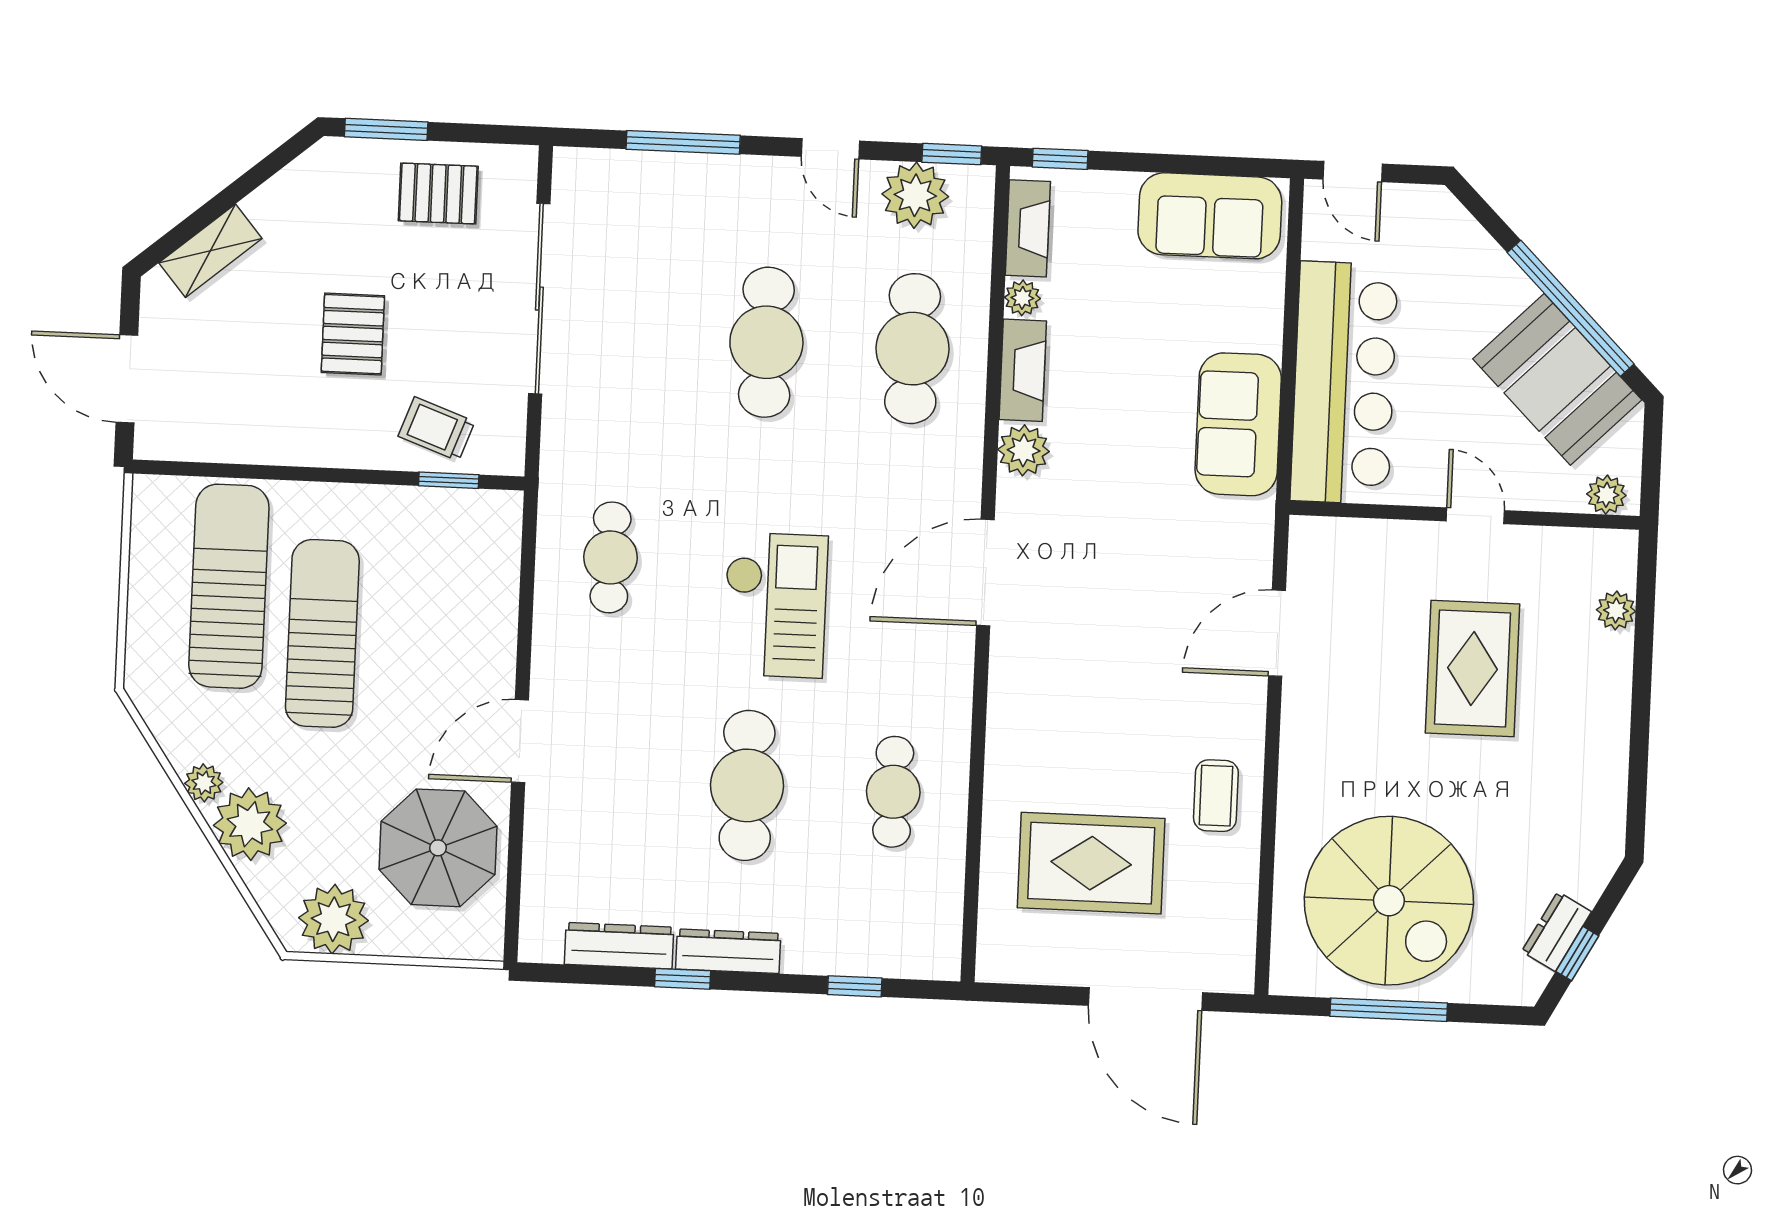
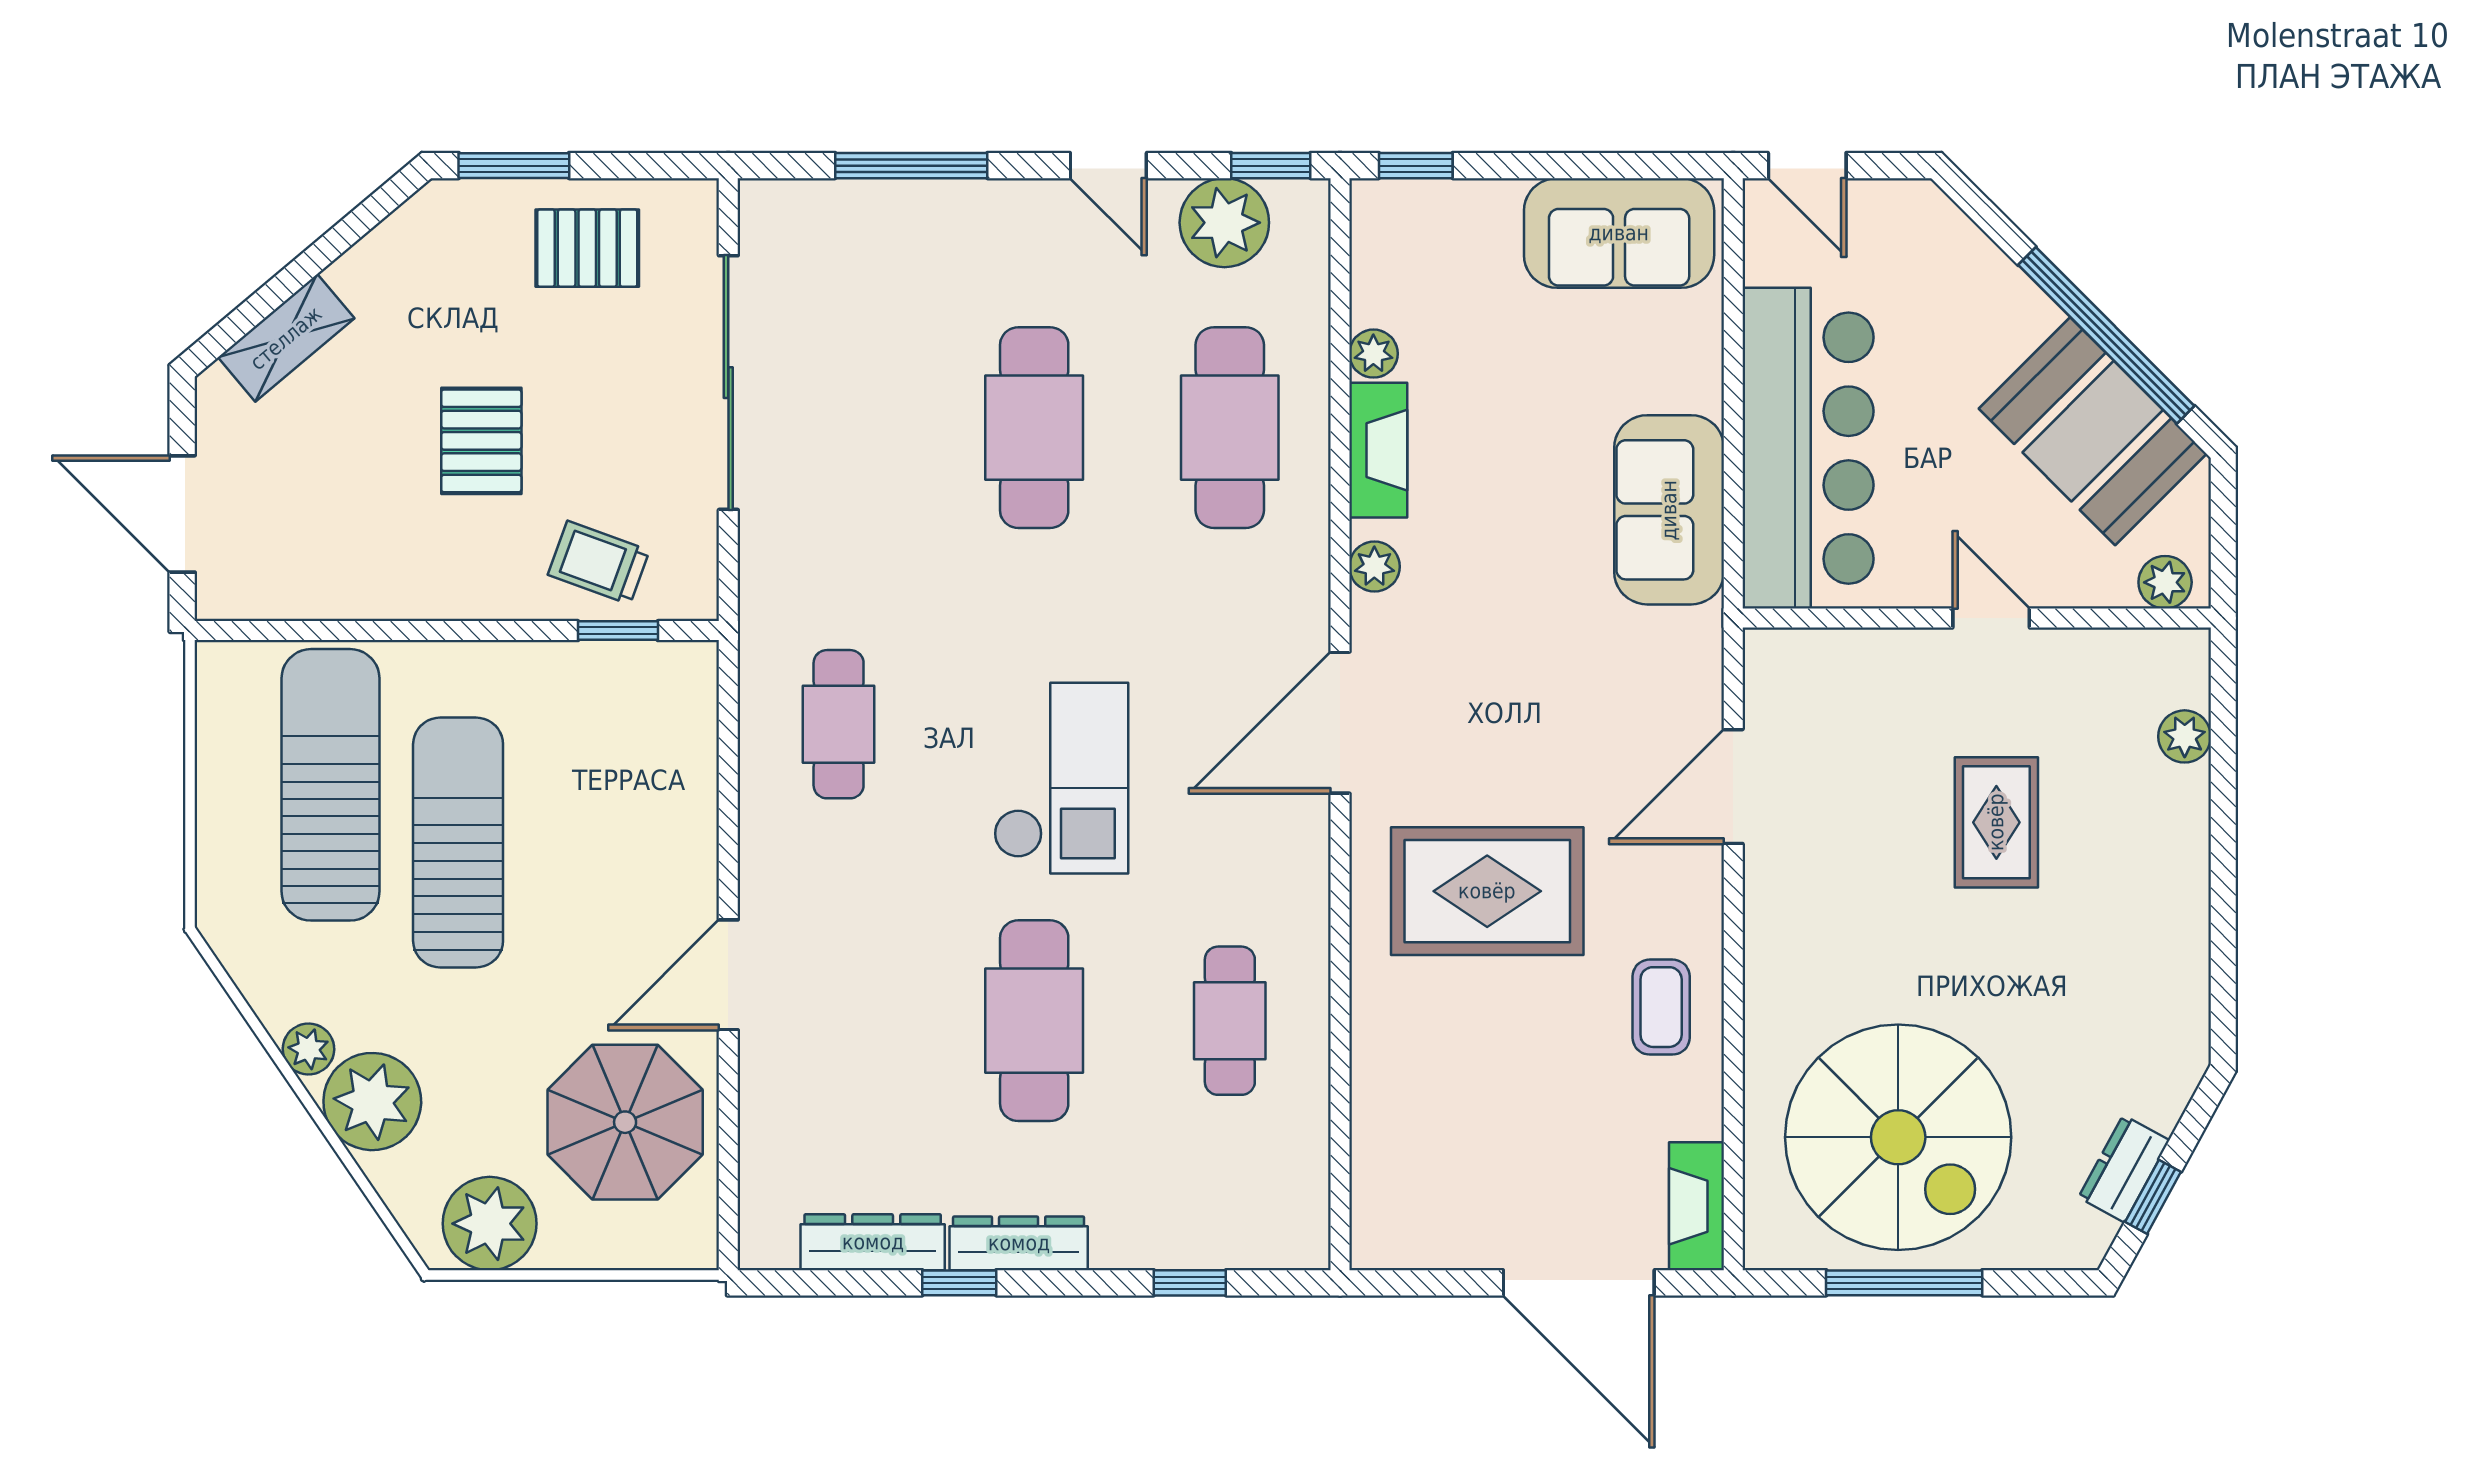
fireplace: (1028, 228) -> (1697, 1206), moved, turned 180
plant: (1024, 450) -> (1374, 567), width x0.73, depth x0.73
rug: (1473, 669) -> (1996, 822), width x0.73, depth x0.70
rug: (1091, 863) -> (1487, 891), moved

